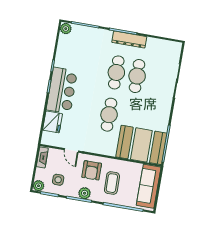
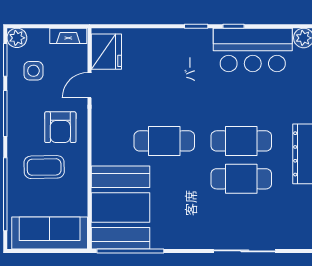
bar counter: (62, 90) -> (253, 50), moved
fridge: (52, 122) -> (106, 52), moved, turned -90
armchair: (92, 170) -> (60, 127), turned -90
plant: (85, 193) -> (18, 122), removed

